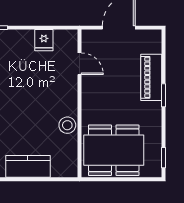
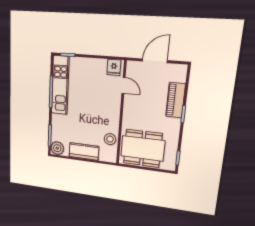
fridge: (44, 40) -> (114, 67), moved
stool: (67, 125) -> (110, 139), moved

